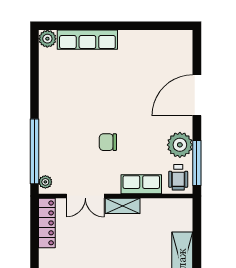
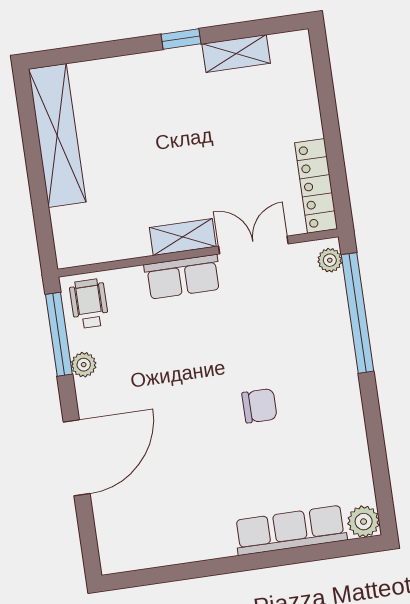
chair: (108, 142) -> (259, 406), moved
plant: (180, 145) -> (84, 365), width x0.53, depth x0.53
row of seats: (141, 184) -> (183, 277), moved

